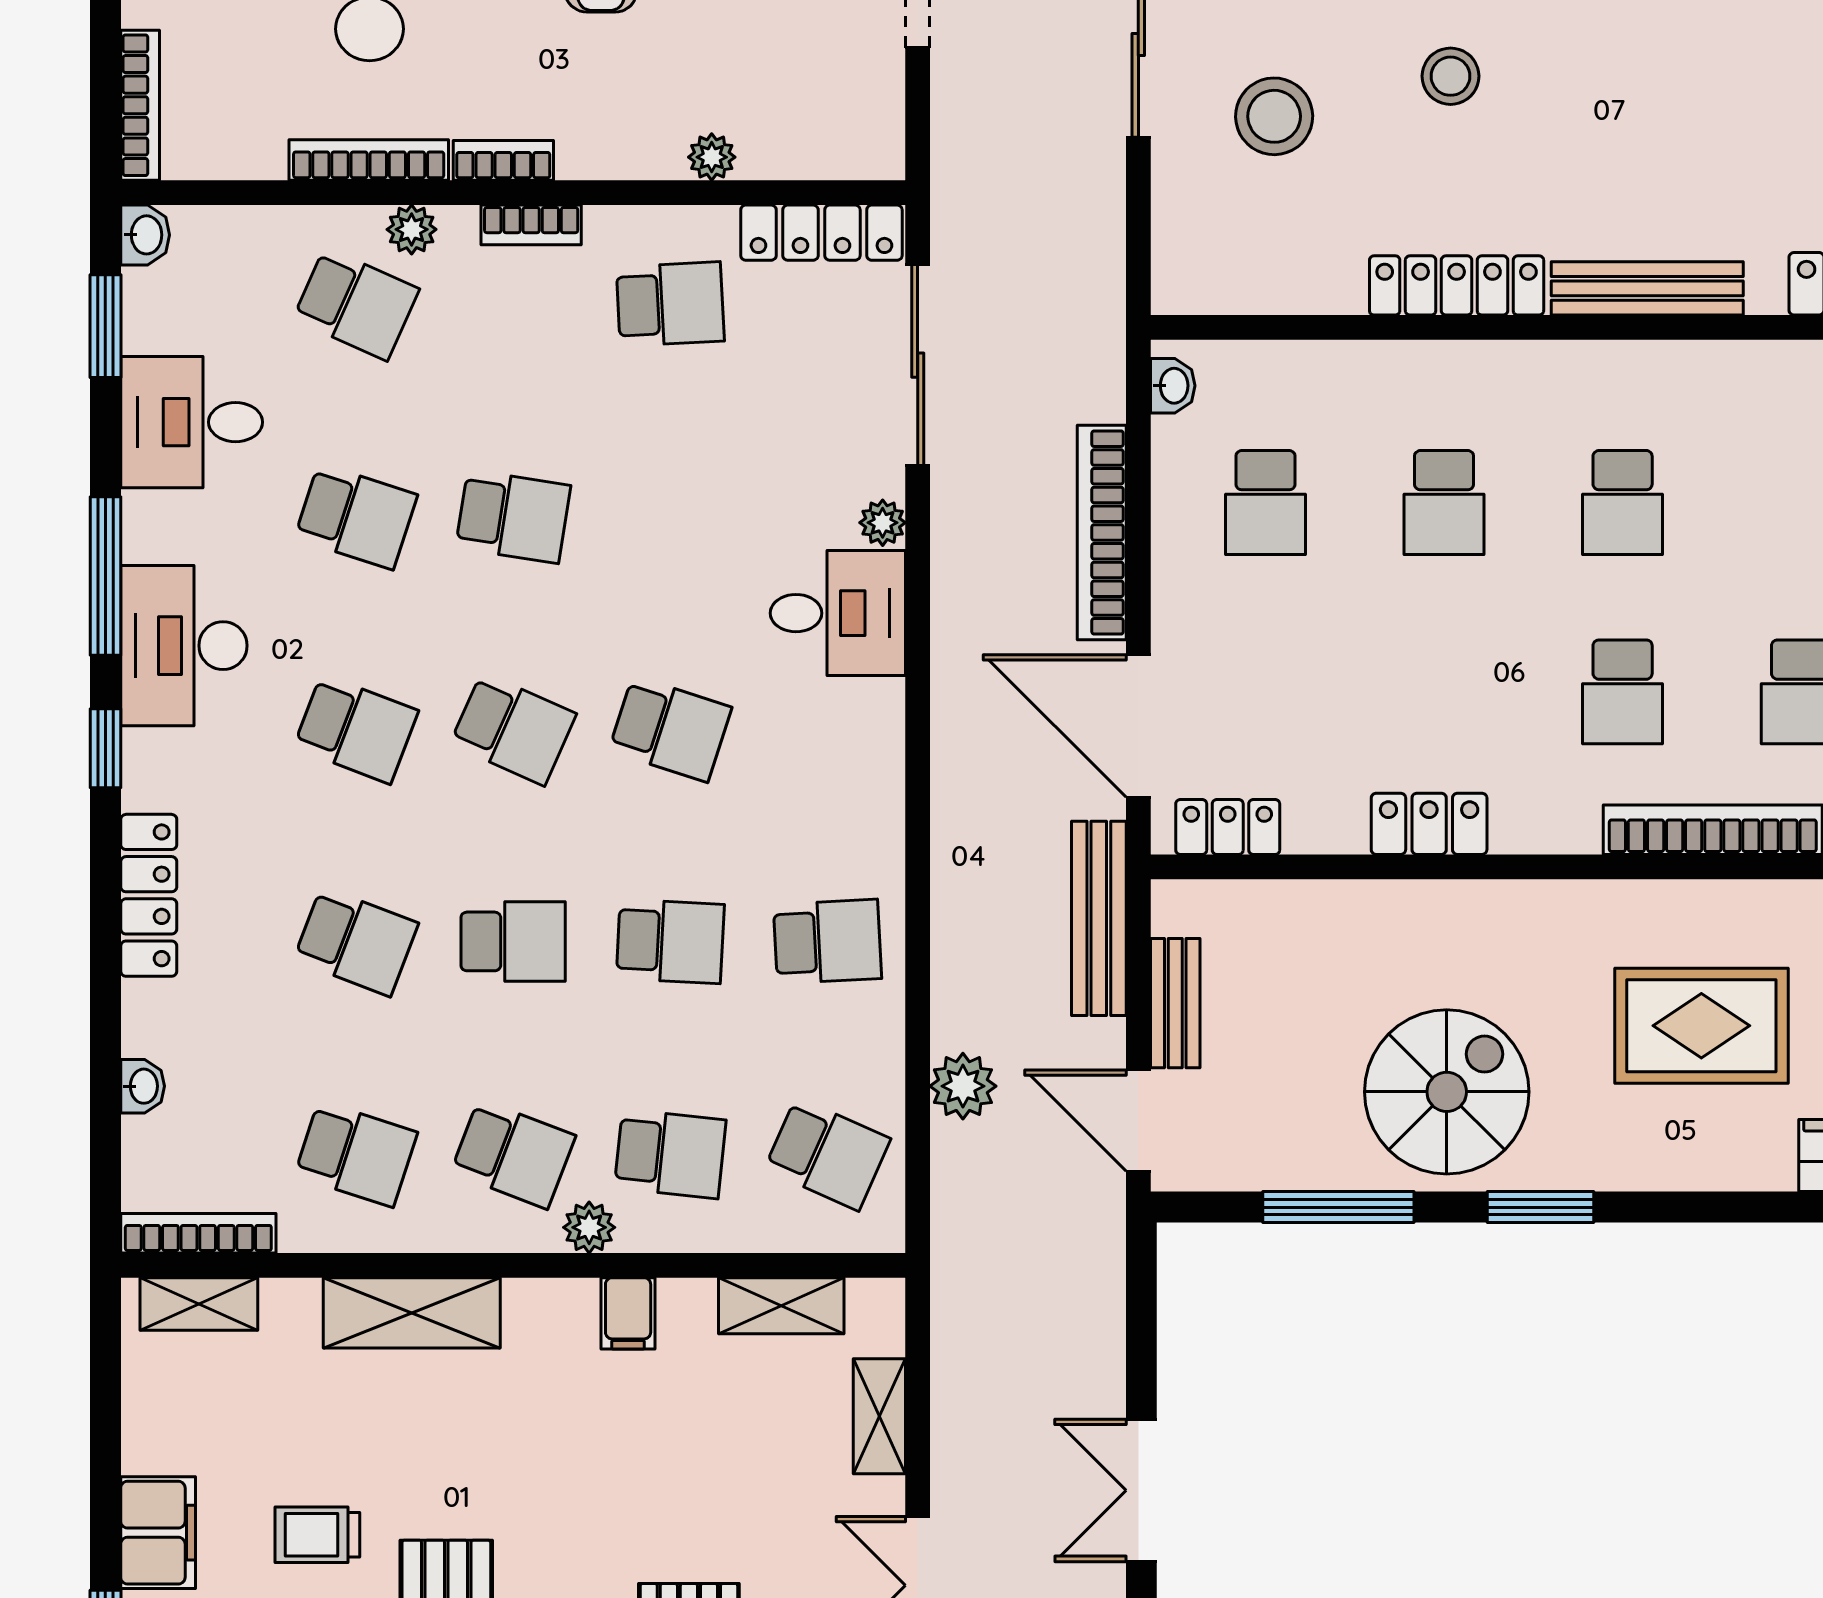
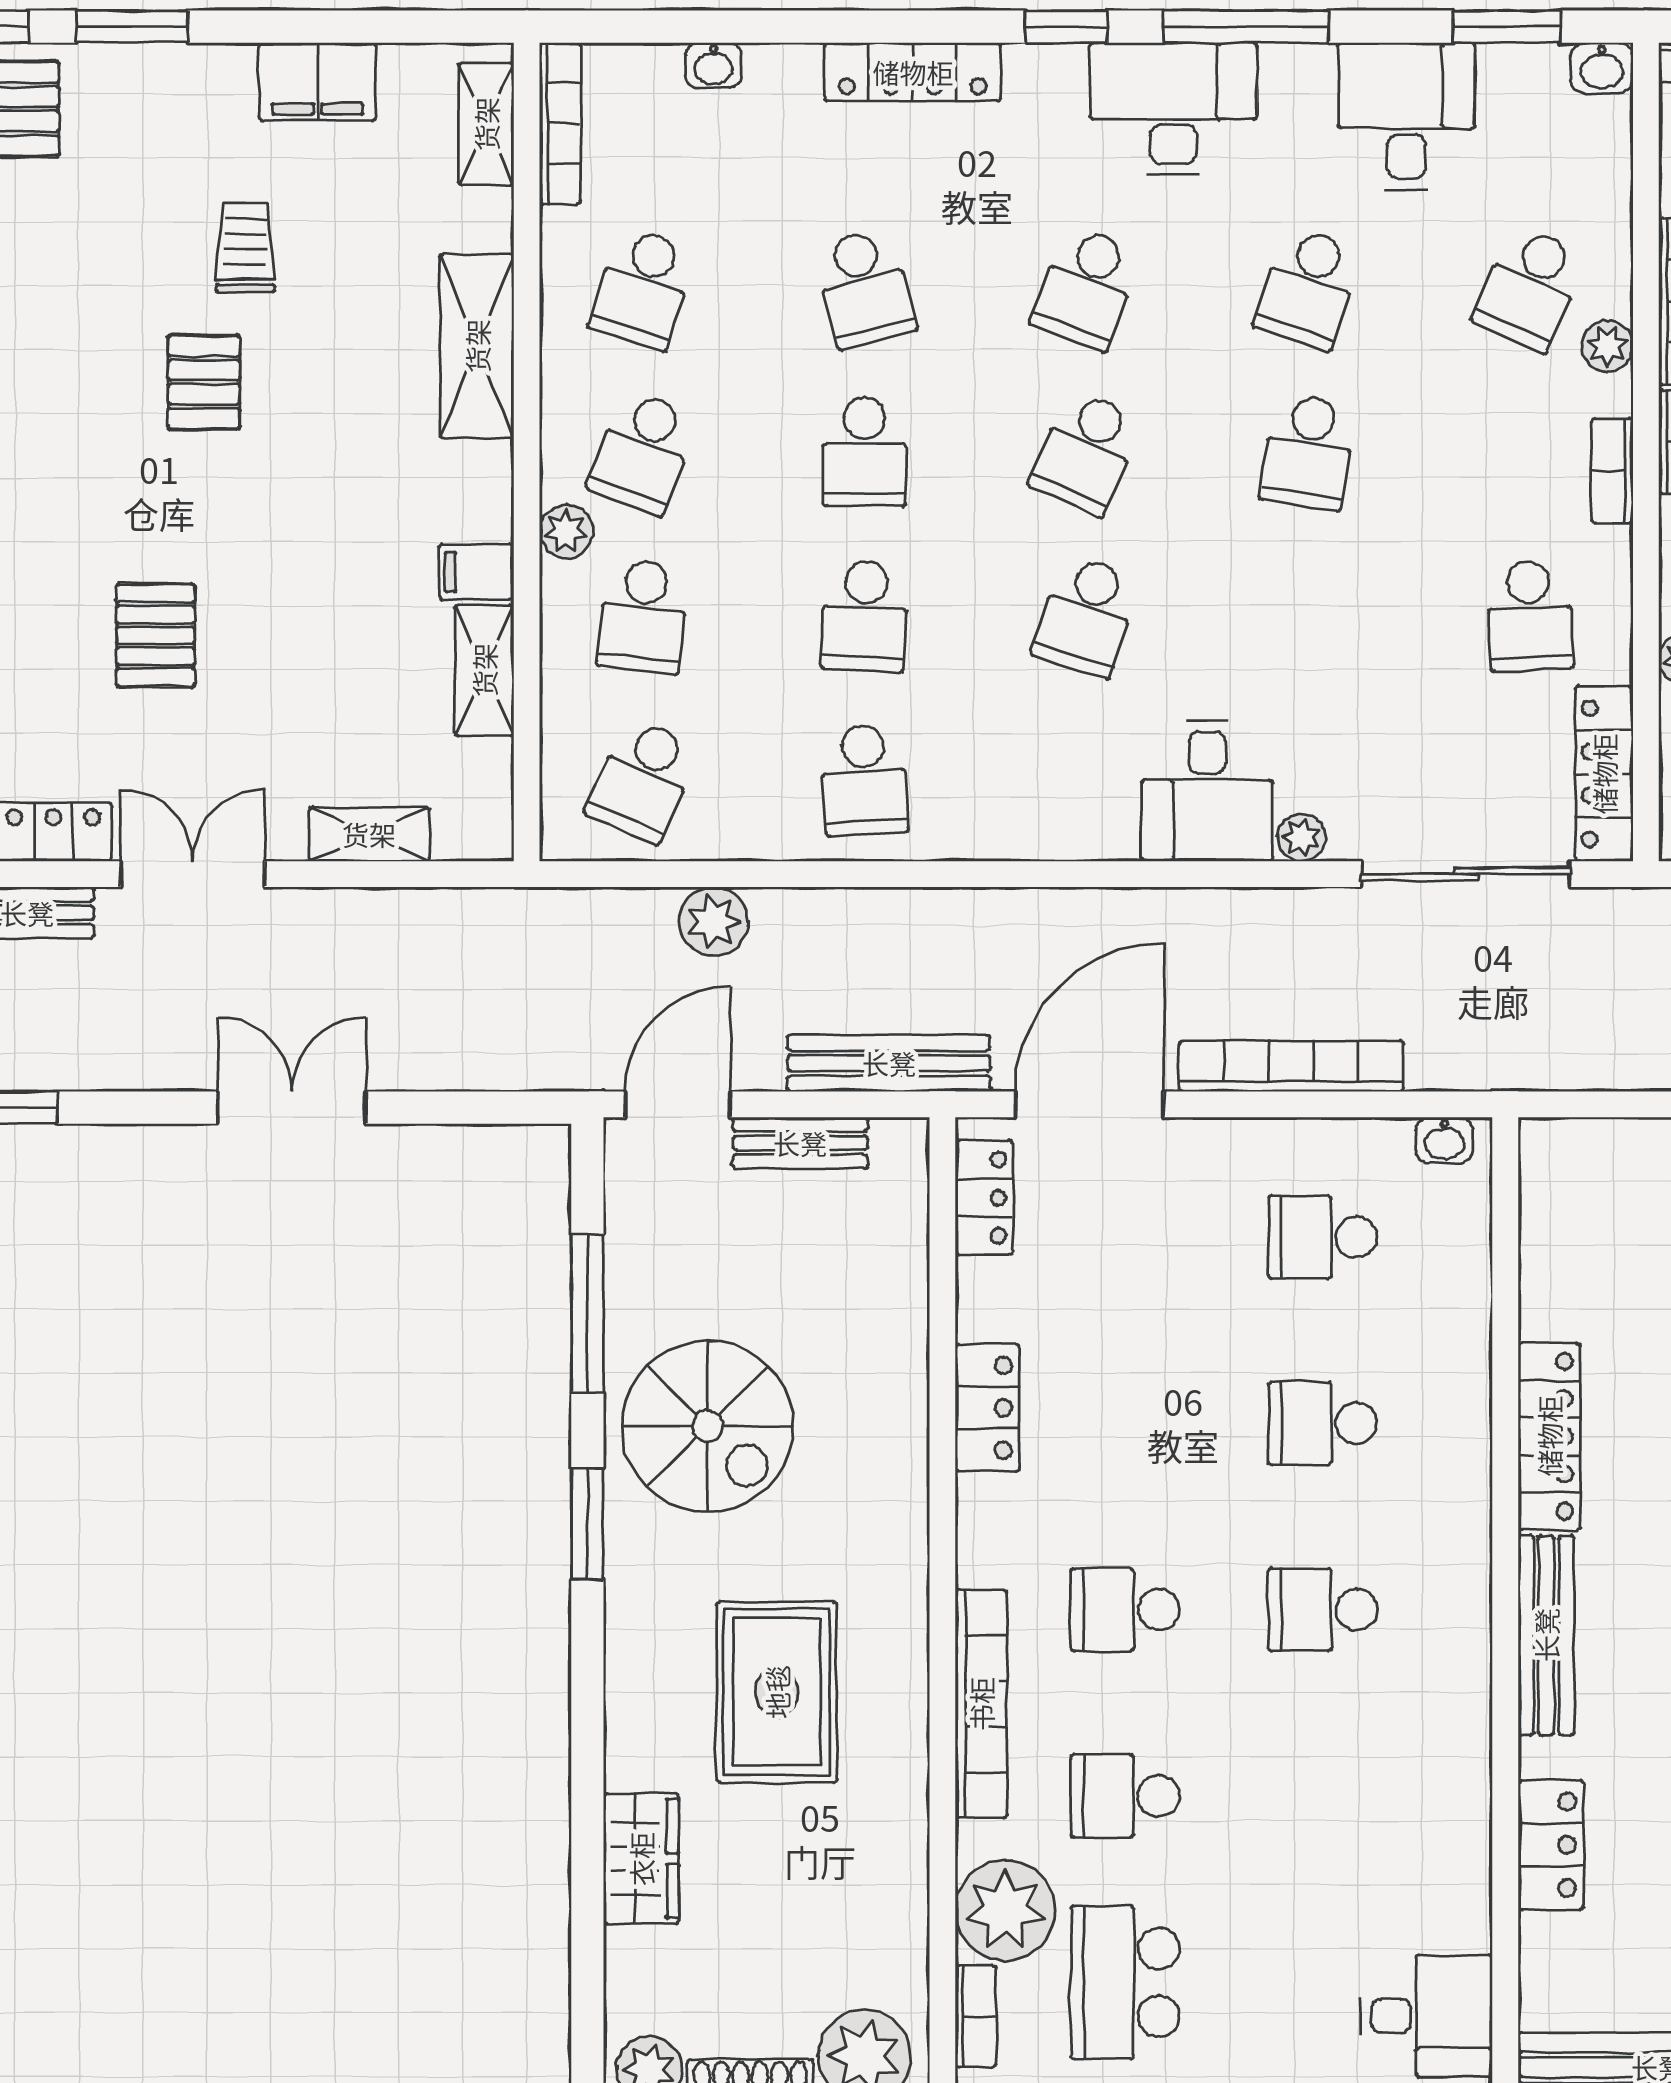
school desk: (356, 941) -> (865, 288), turned -36
shelving: (781, 1306) -> (484, 670), moved
filing cabinet: (158, 1533) -> (318, 82), moved

